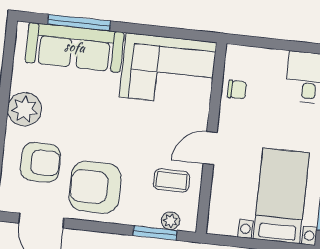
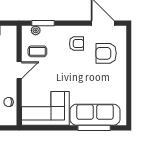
plant: (24, 109) -> (117, 80), removed
armchair: (95, 187) -> (77, 44), width x0.53, depth x0.53

